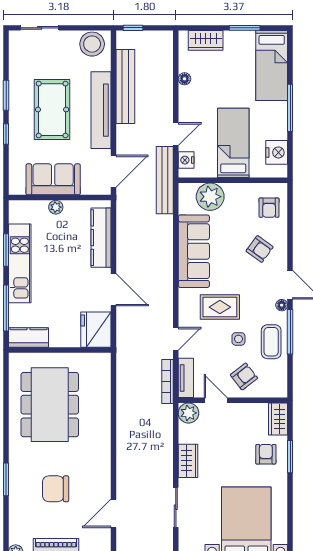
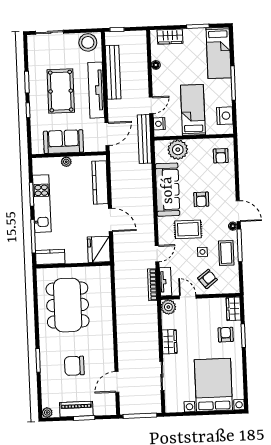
armchair: (260, 249) -> (201, 199), moved, turned 54

